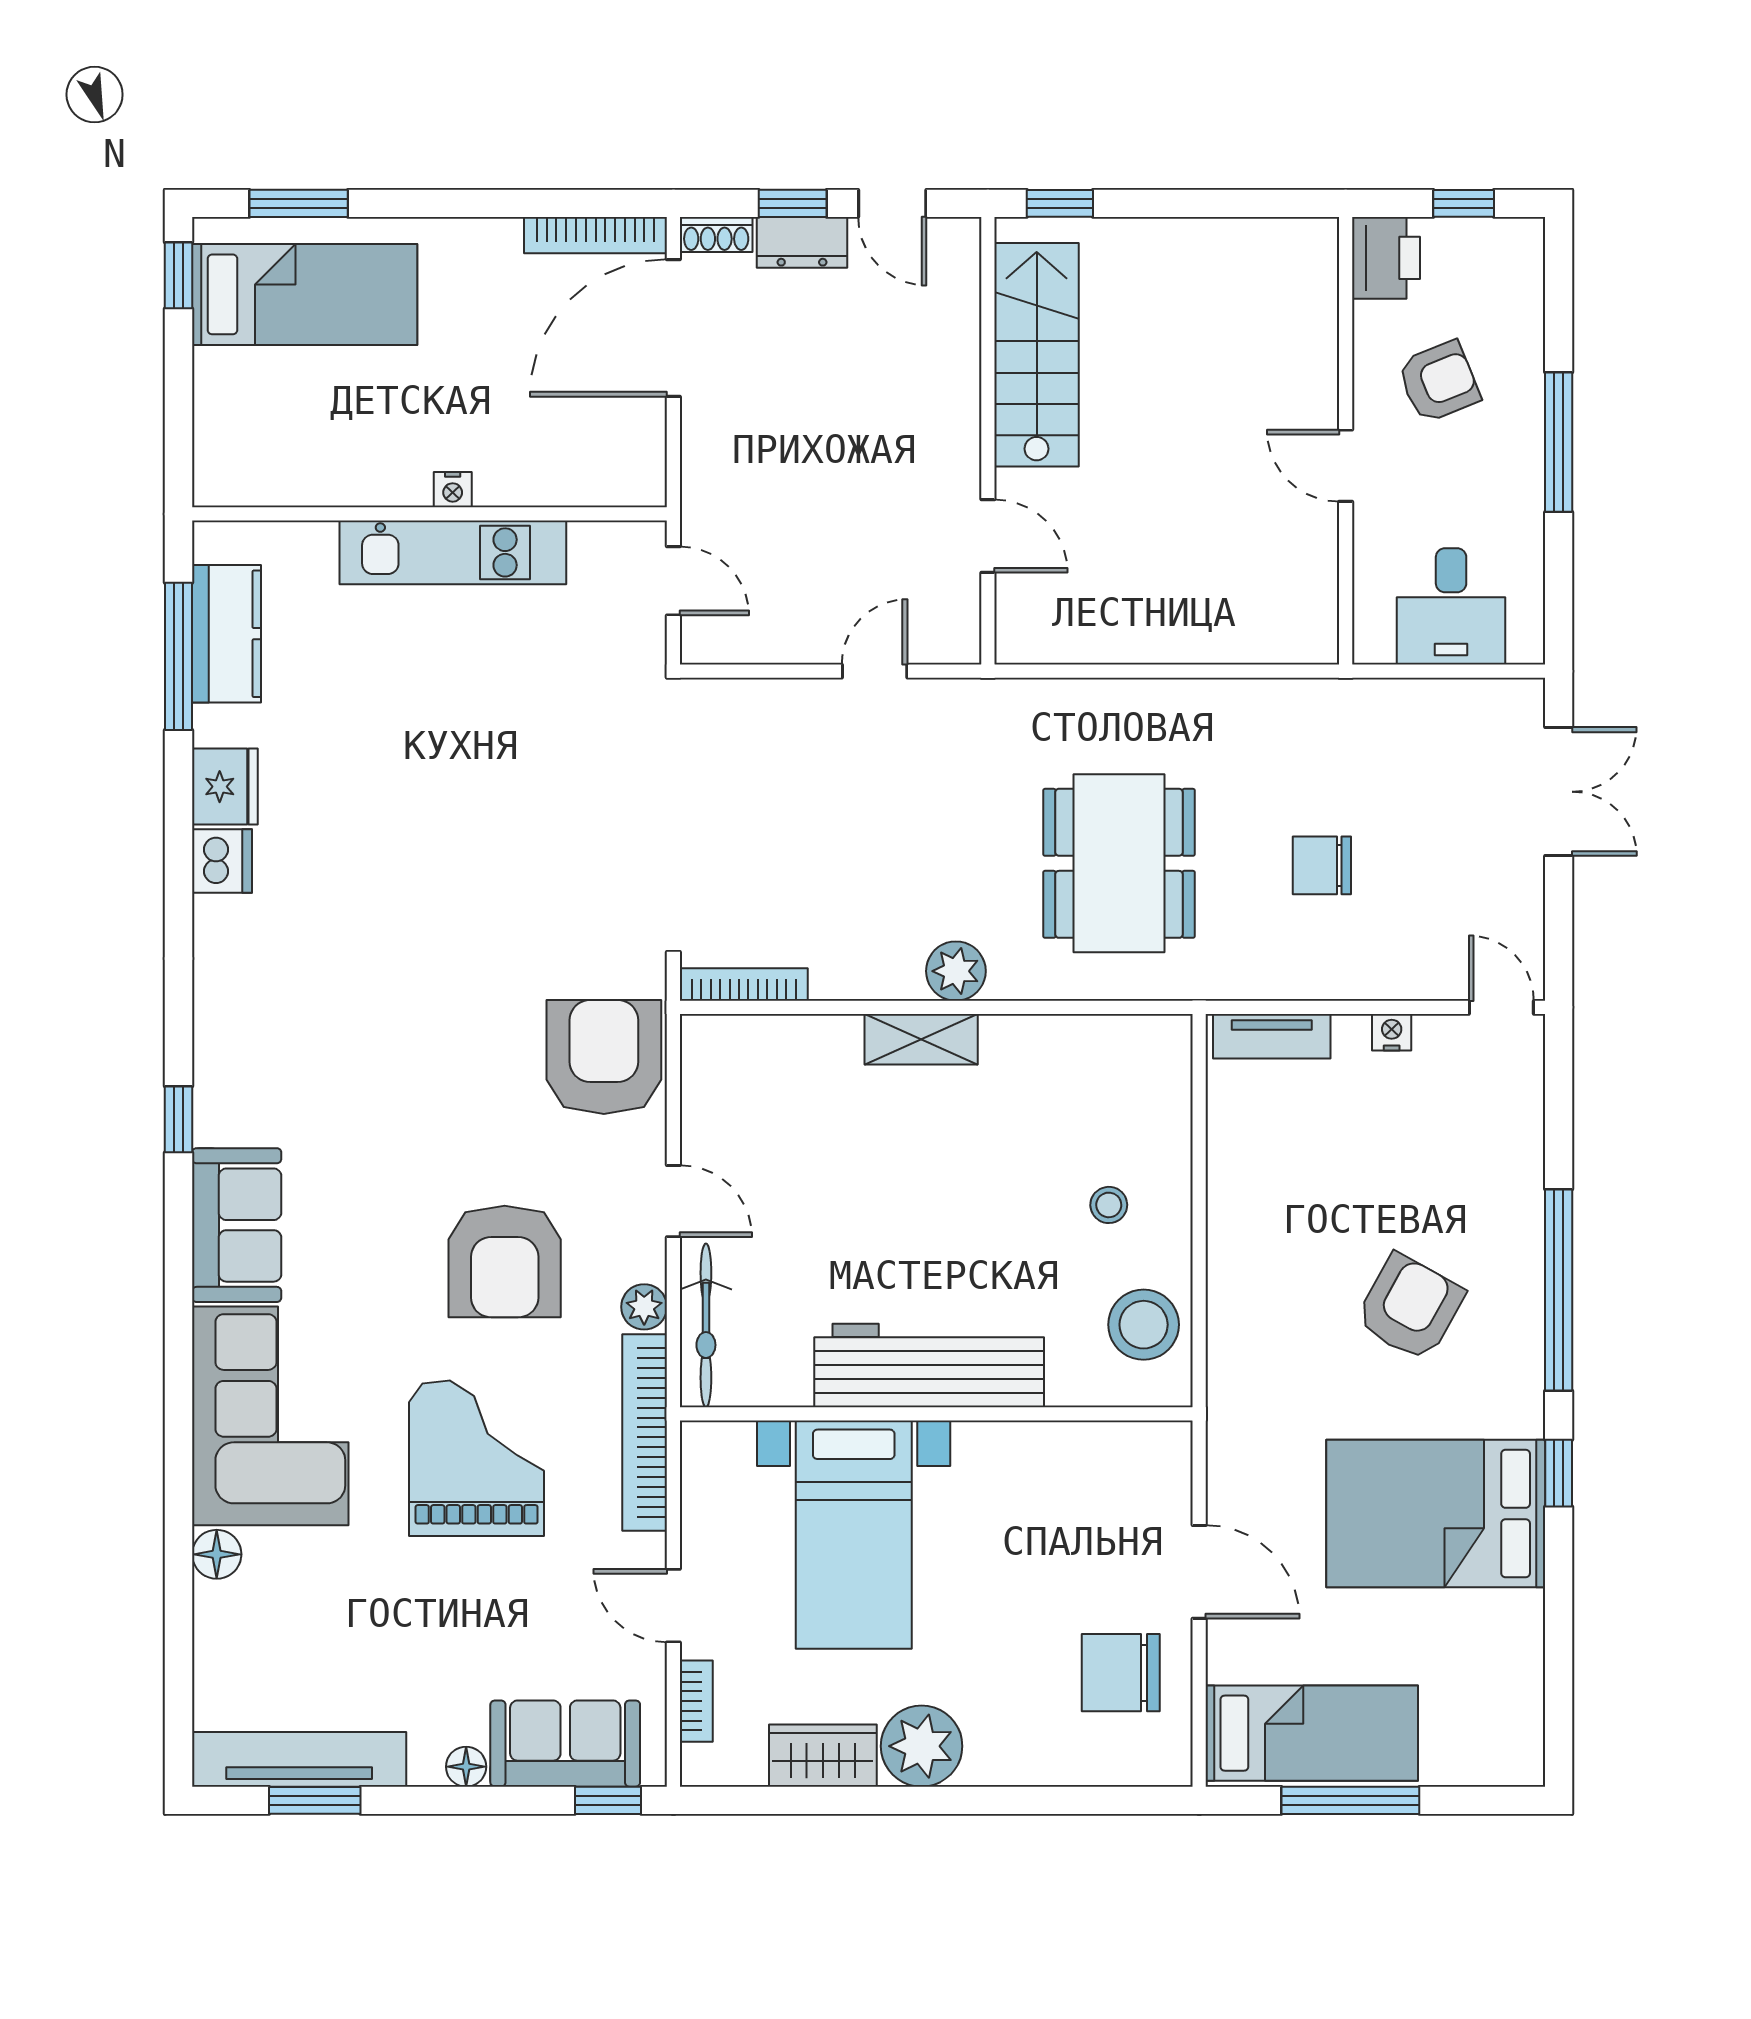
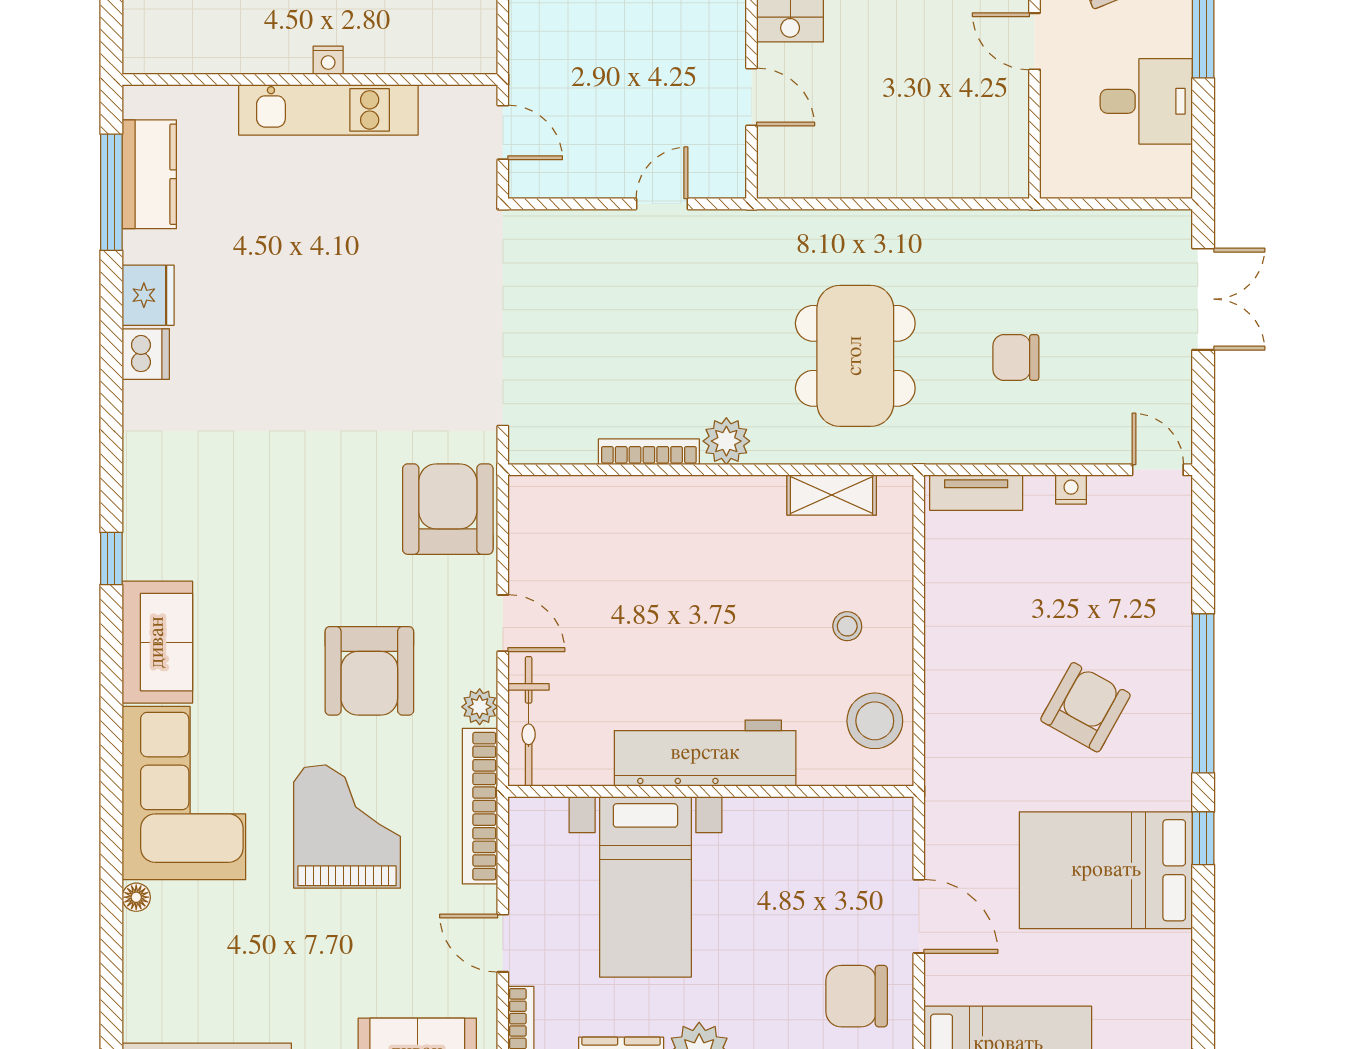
desk: (1451, 606) -> (1146, 101), moved, turned -90
bookcase: (744, 984) -> (649, 452), moved
shelving: (921, 1039) -> (832, 495), moved
floor lamp: (217, 1554) -> (136, 897), width x0.73, depth x0.73

